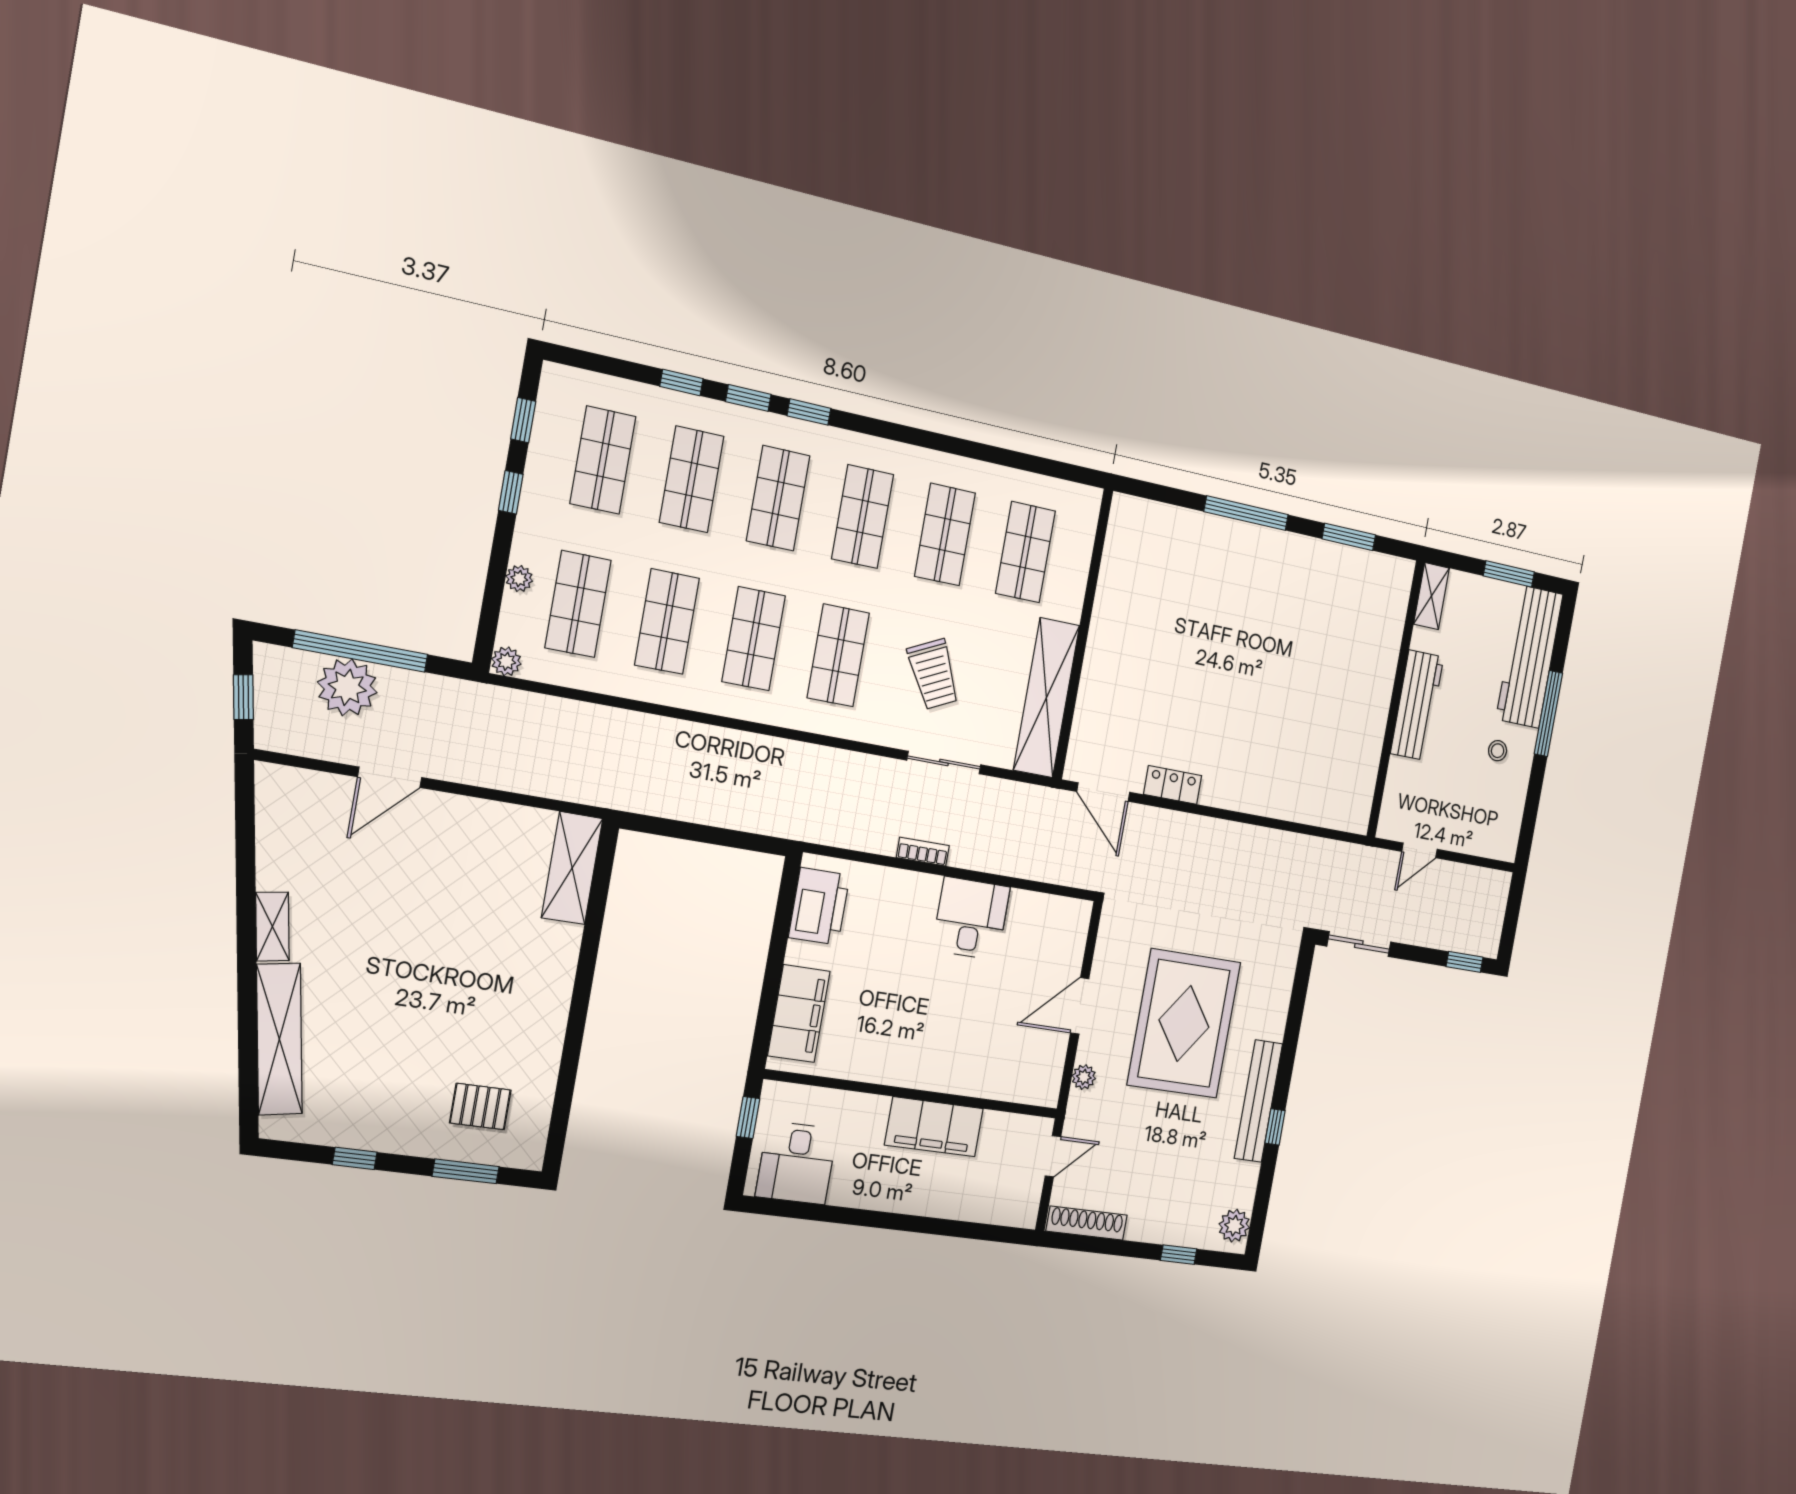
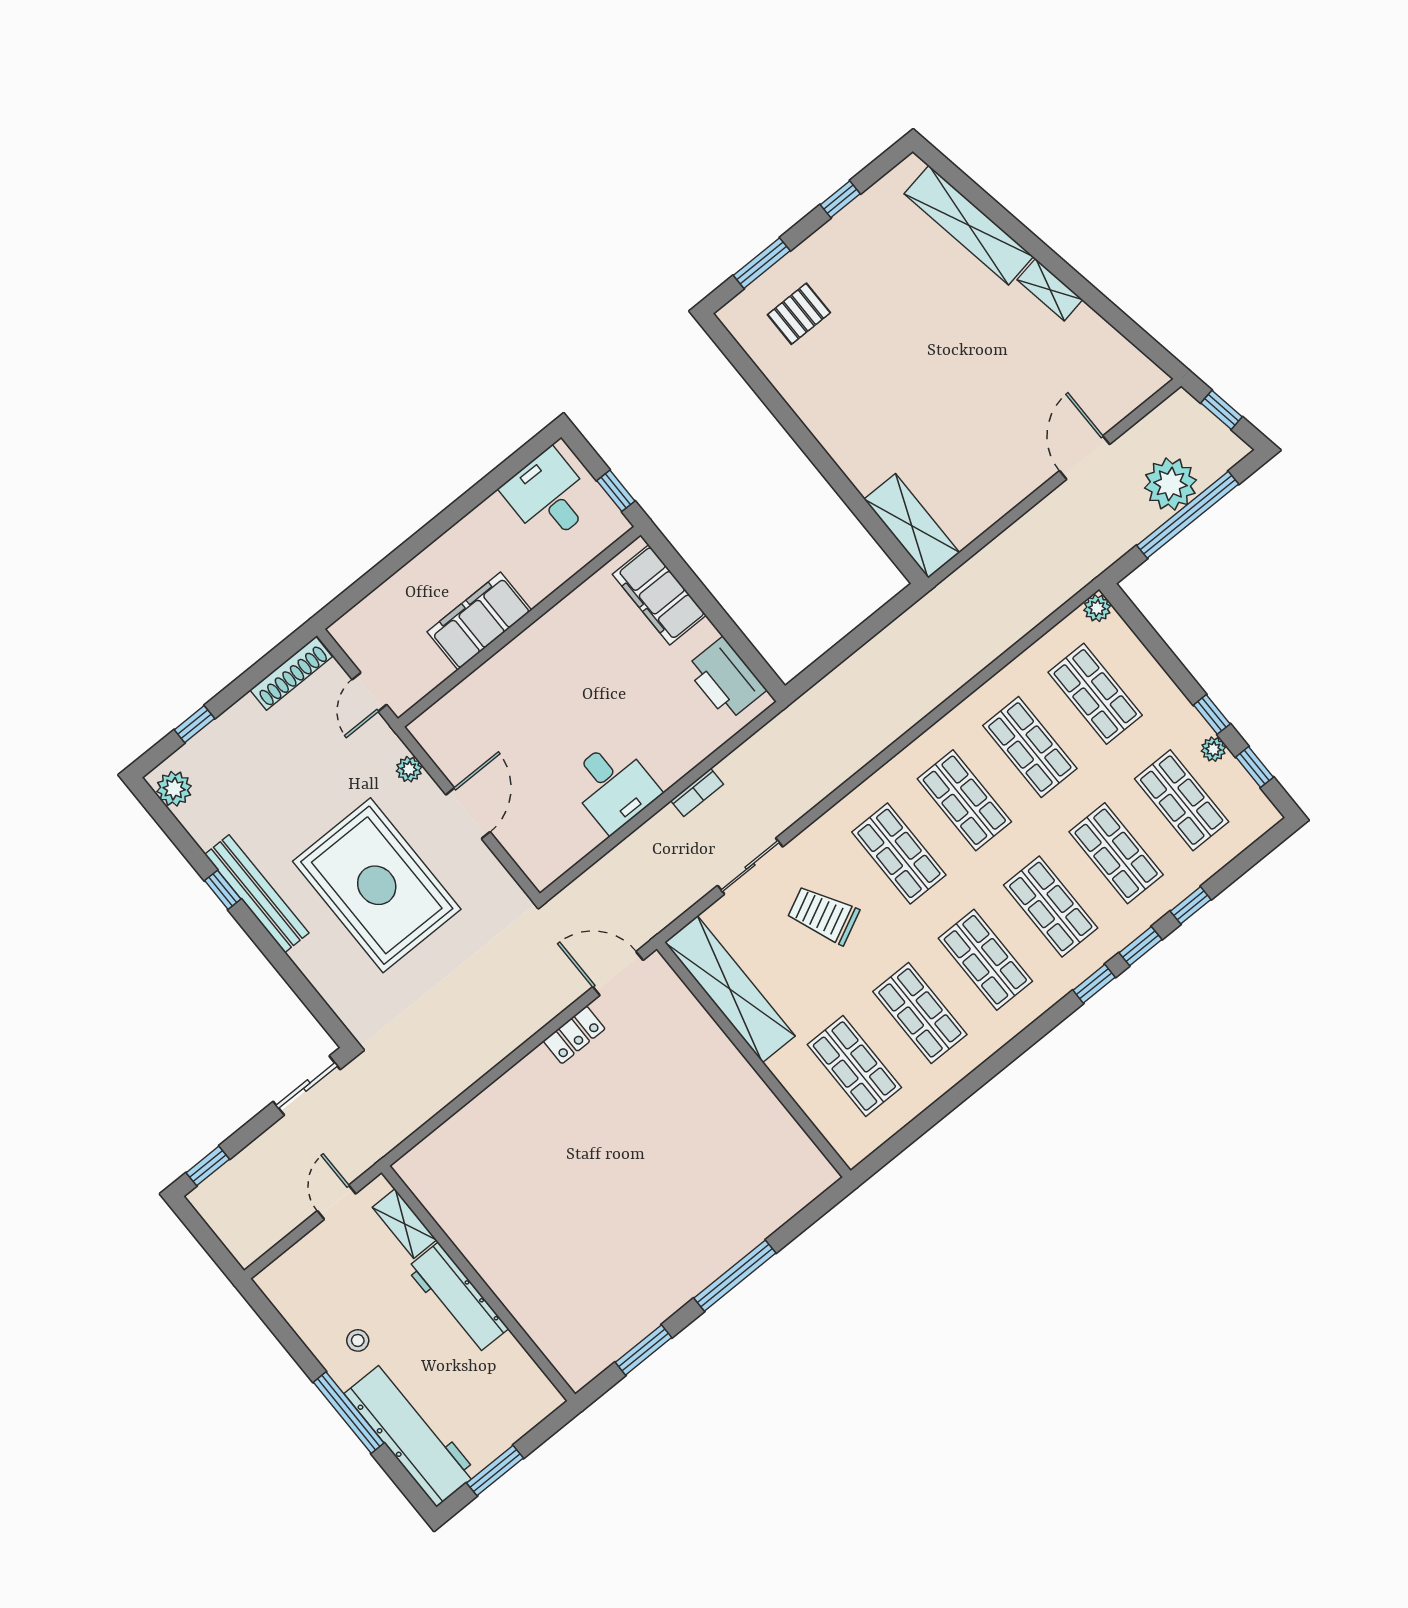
plant: (519, 579) -> (1213, 749), moved
shelving: (1431, 596) -> (404, 1224), moved

